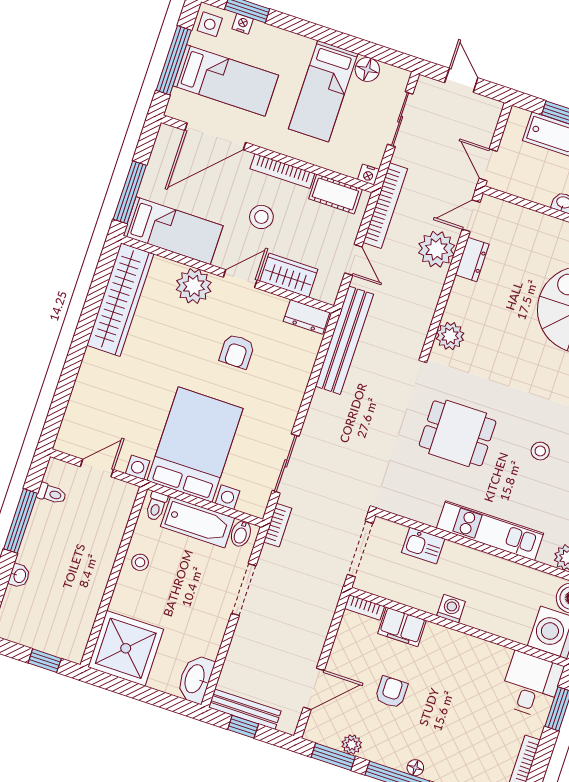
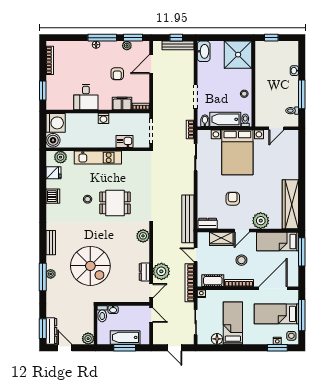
dining table: (458, 433) -> (115, 203), moved
desk: (531, 685) -> (86, 97), moved

